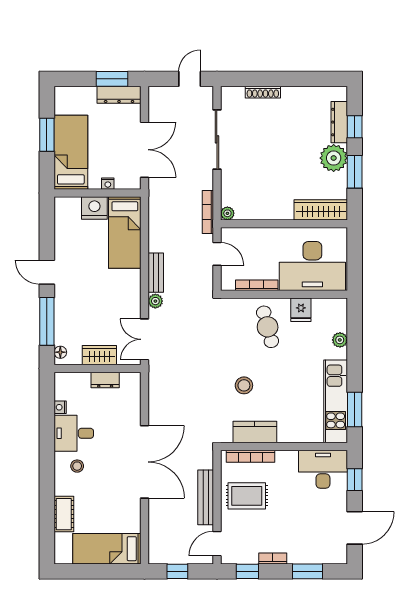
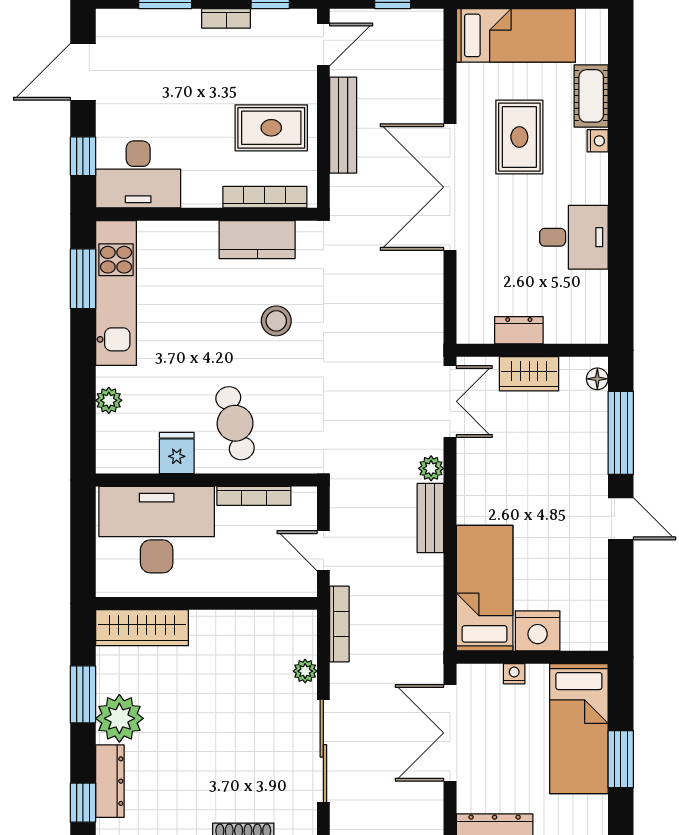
window: (355, 127) -> (83, 803), moved
plant: (227, 213) -> (305, 671), moved
nightstand: (60, 407) -> (598, 141), moved
stool: (77, 466) -> (568, 180), removed
rug: (105, 491) -> (519, 137), added

